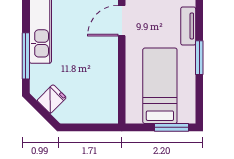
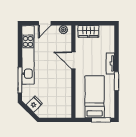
door: (122, 21) -> (73, 60), hinge flipped

